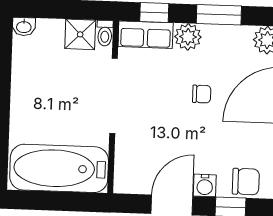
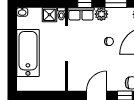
bathtub: (59, 168) -> (28, 53), moved, turned 90
water cooler: (205, 185) -> (112, 85), removed

